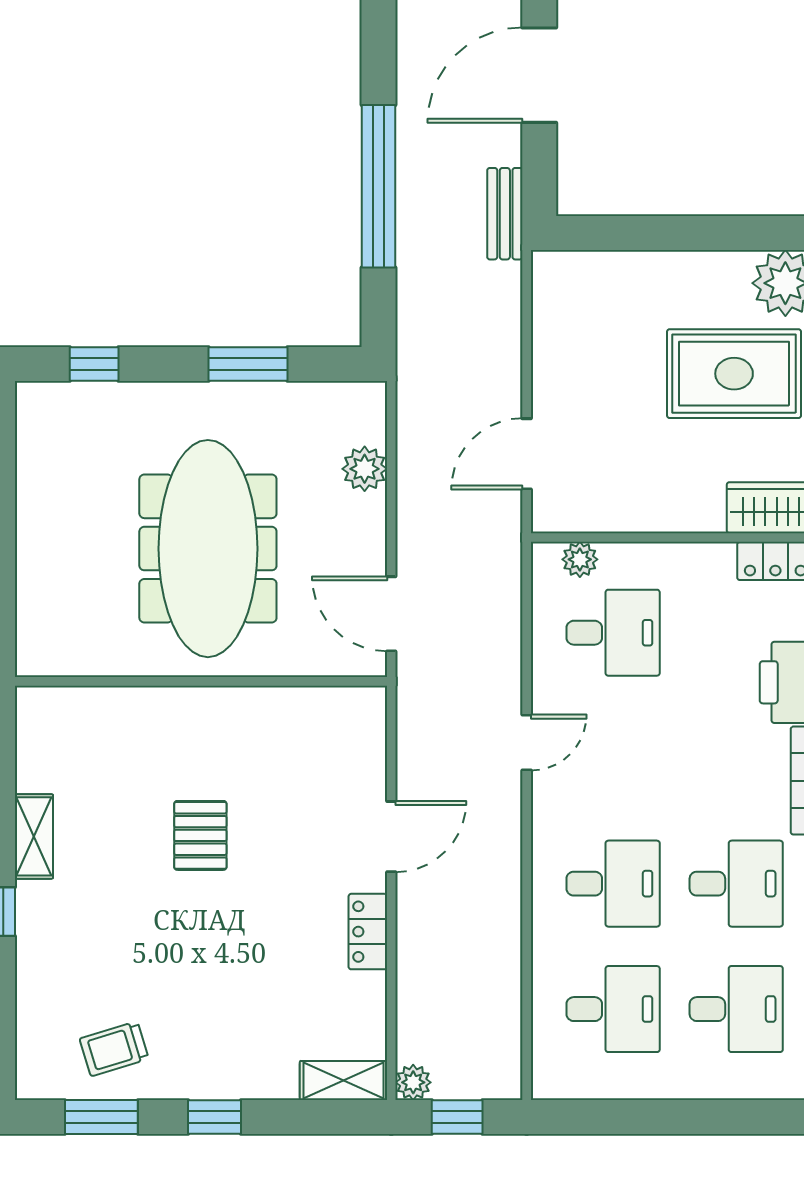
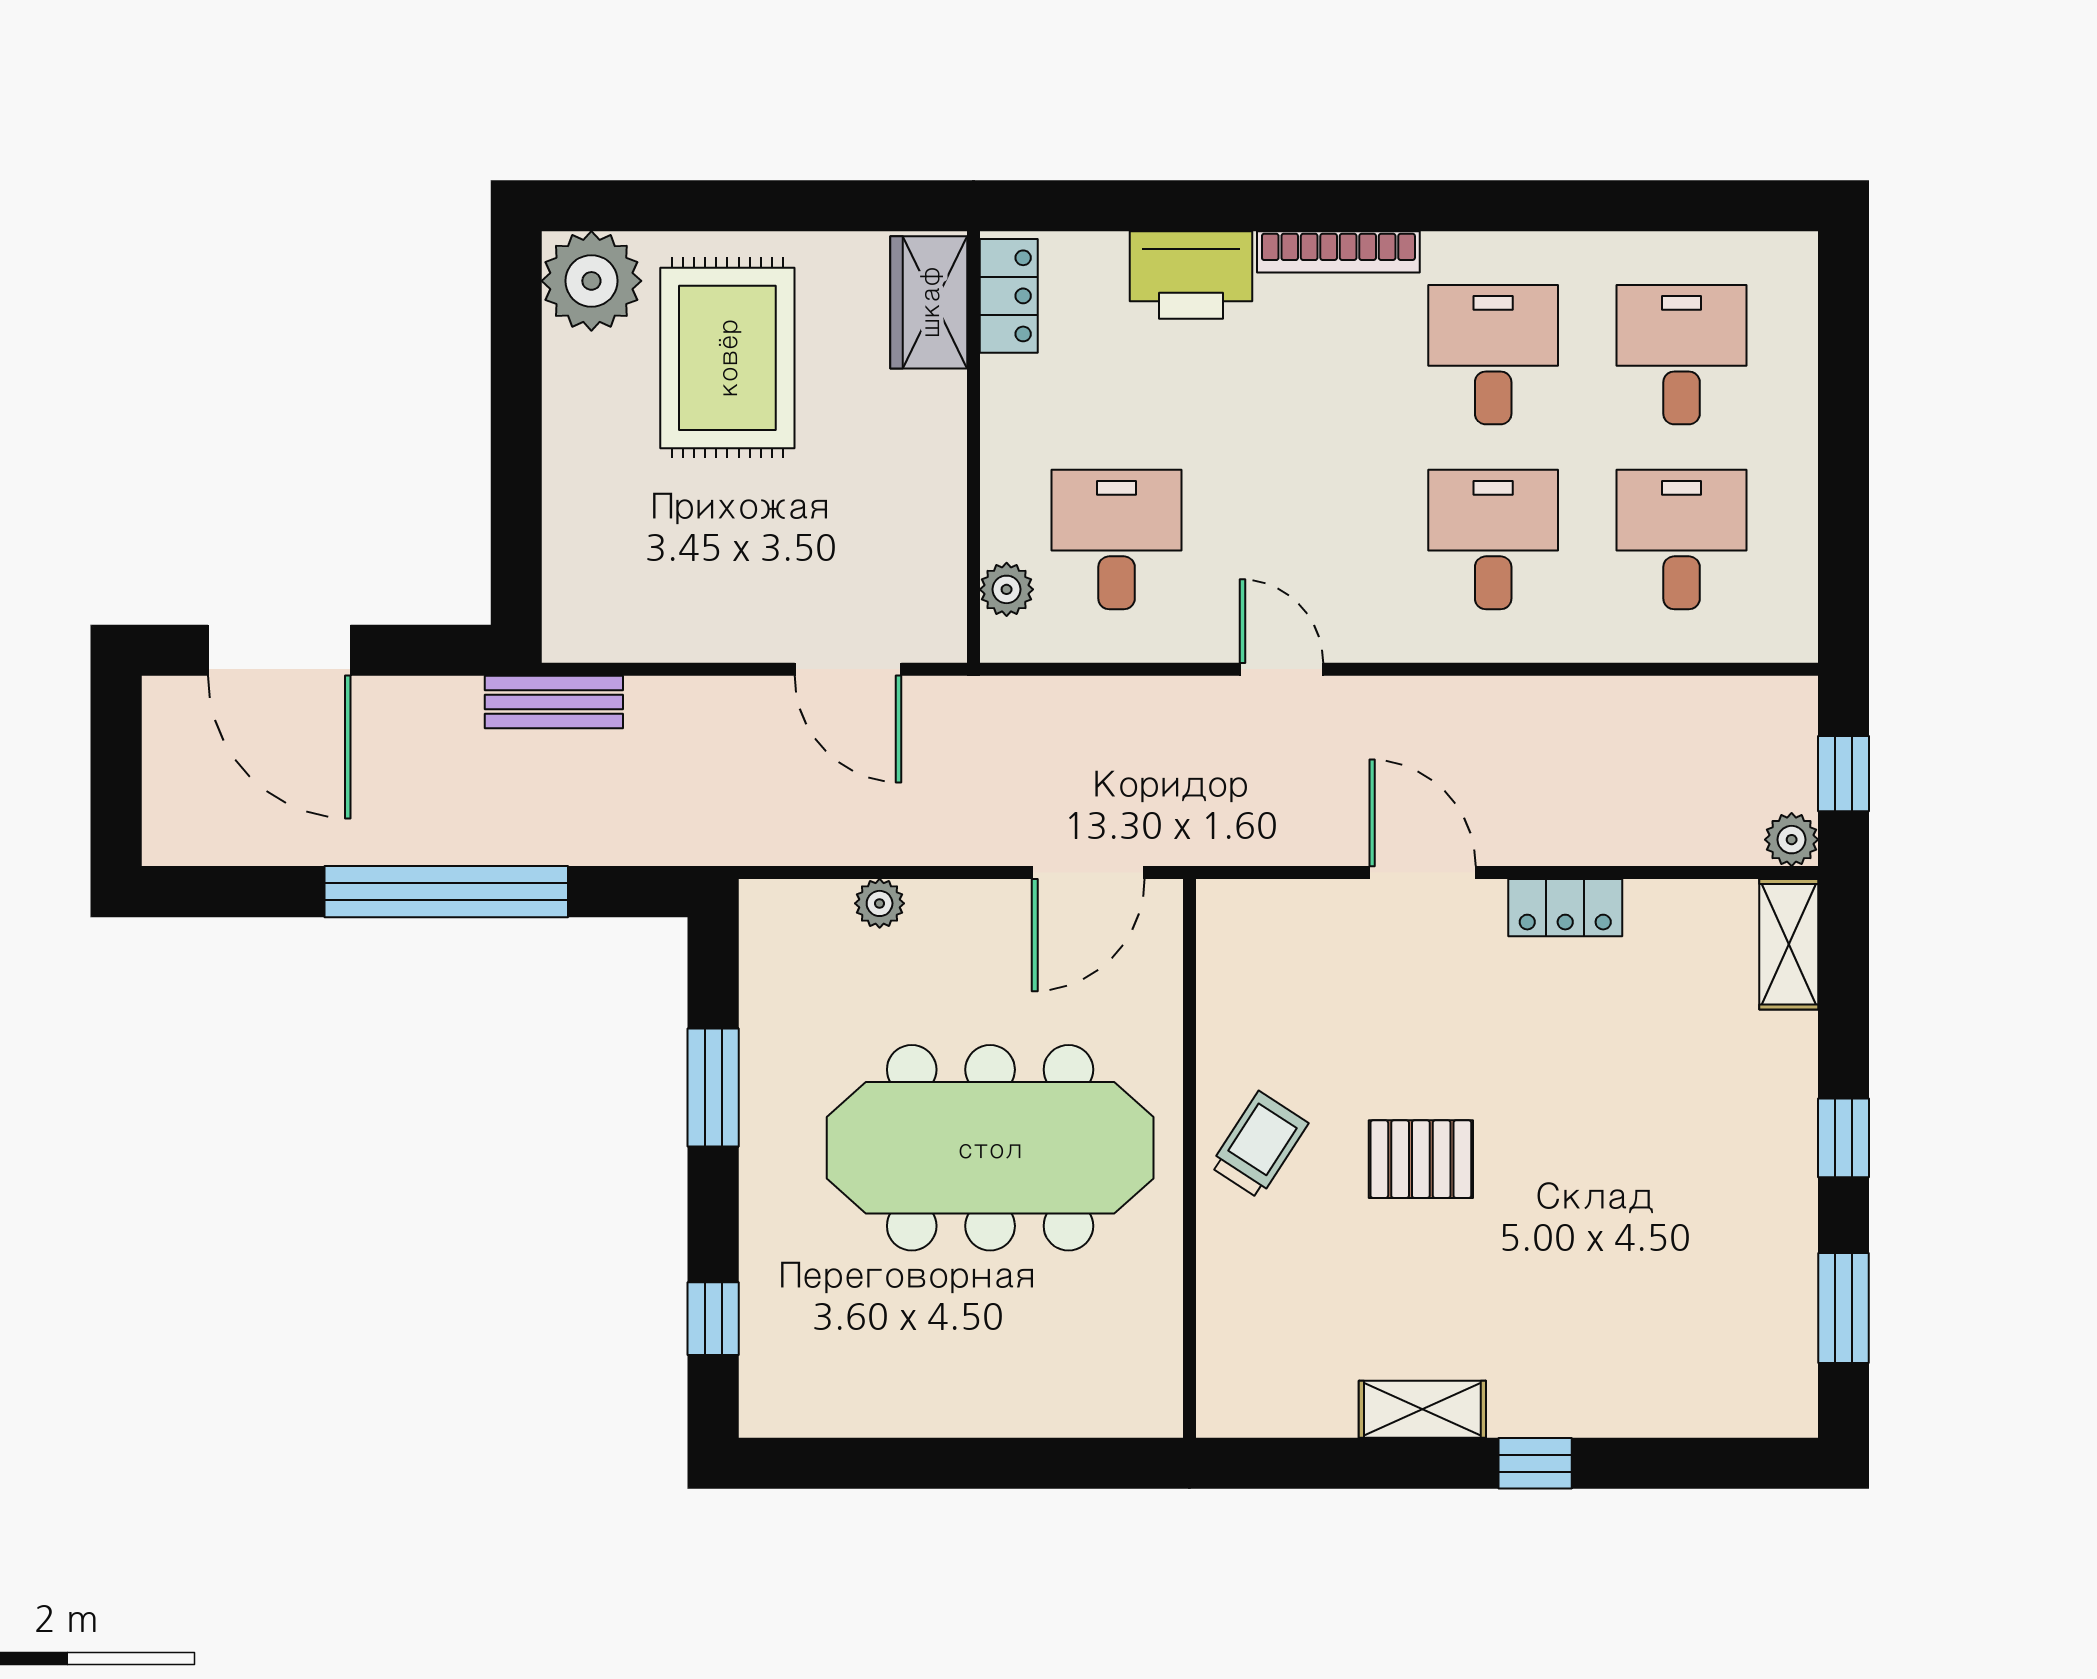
bench: (505, 214) -> (554, 702), moved
plant: (365, 469) -> (880, 903), width x0.73, depth x0.73
trolley: (114, 1049) -> (1259, 1145), moved, turned -130

